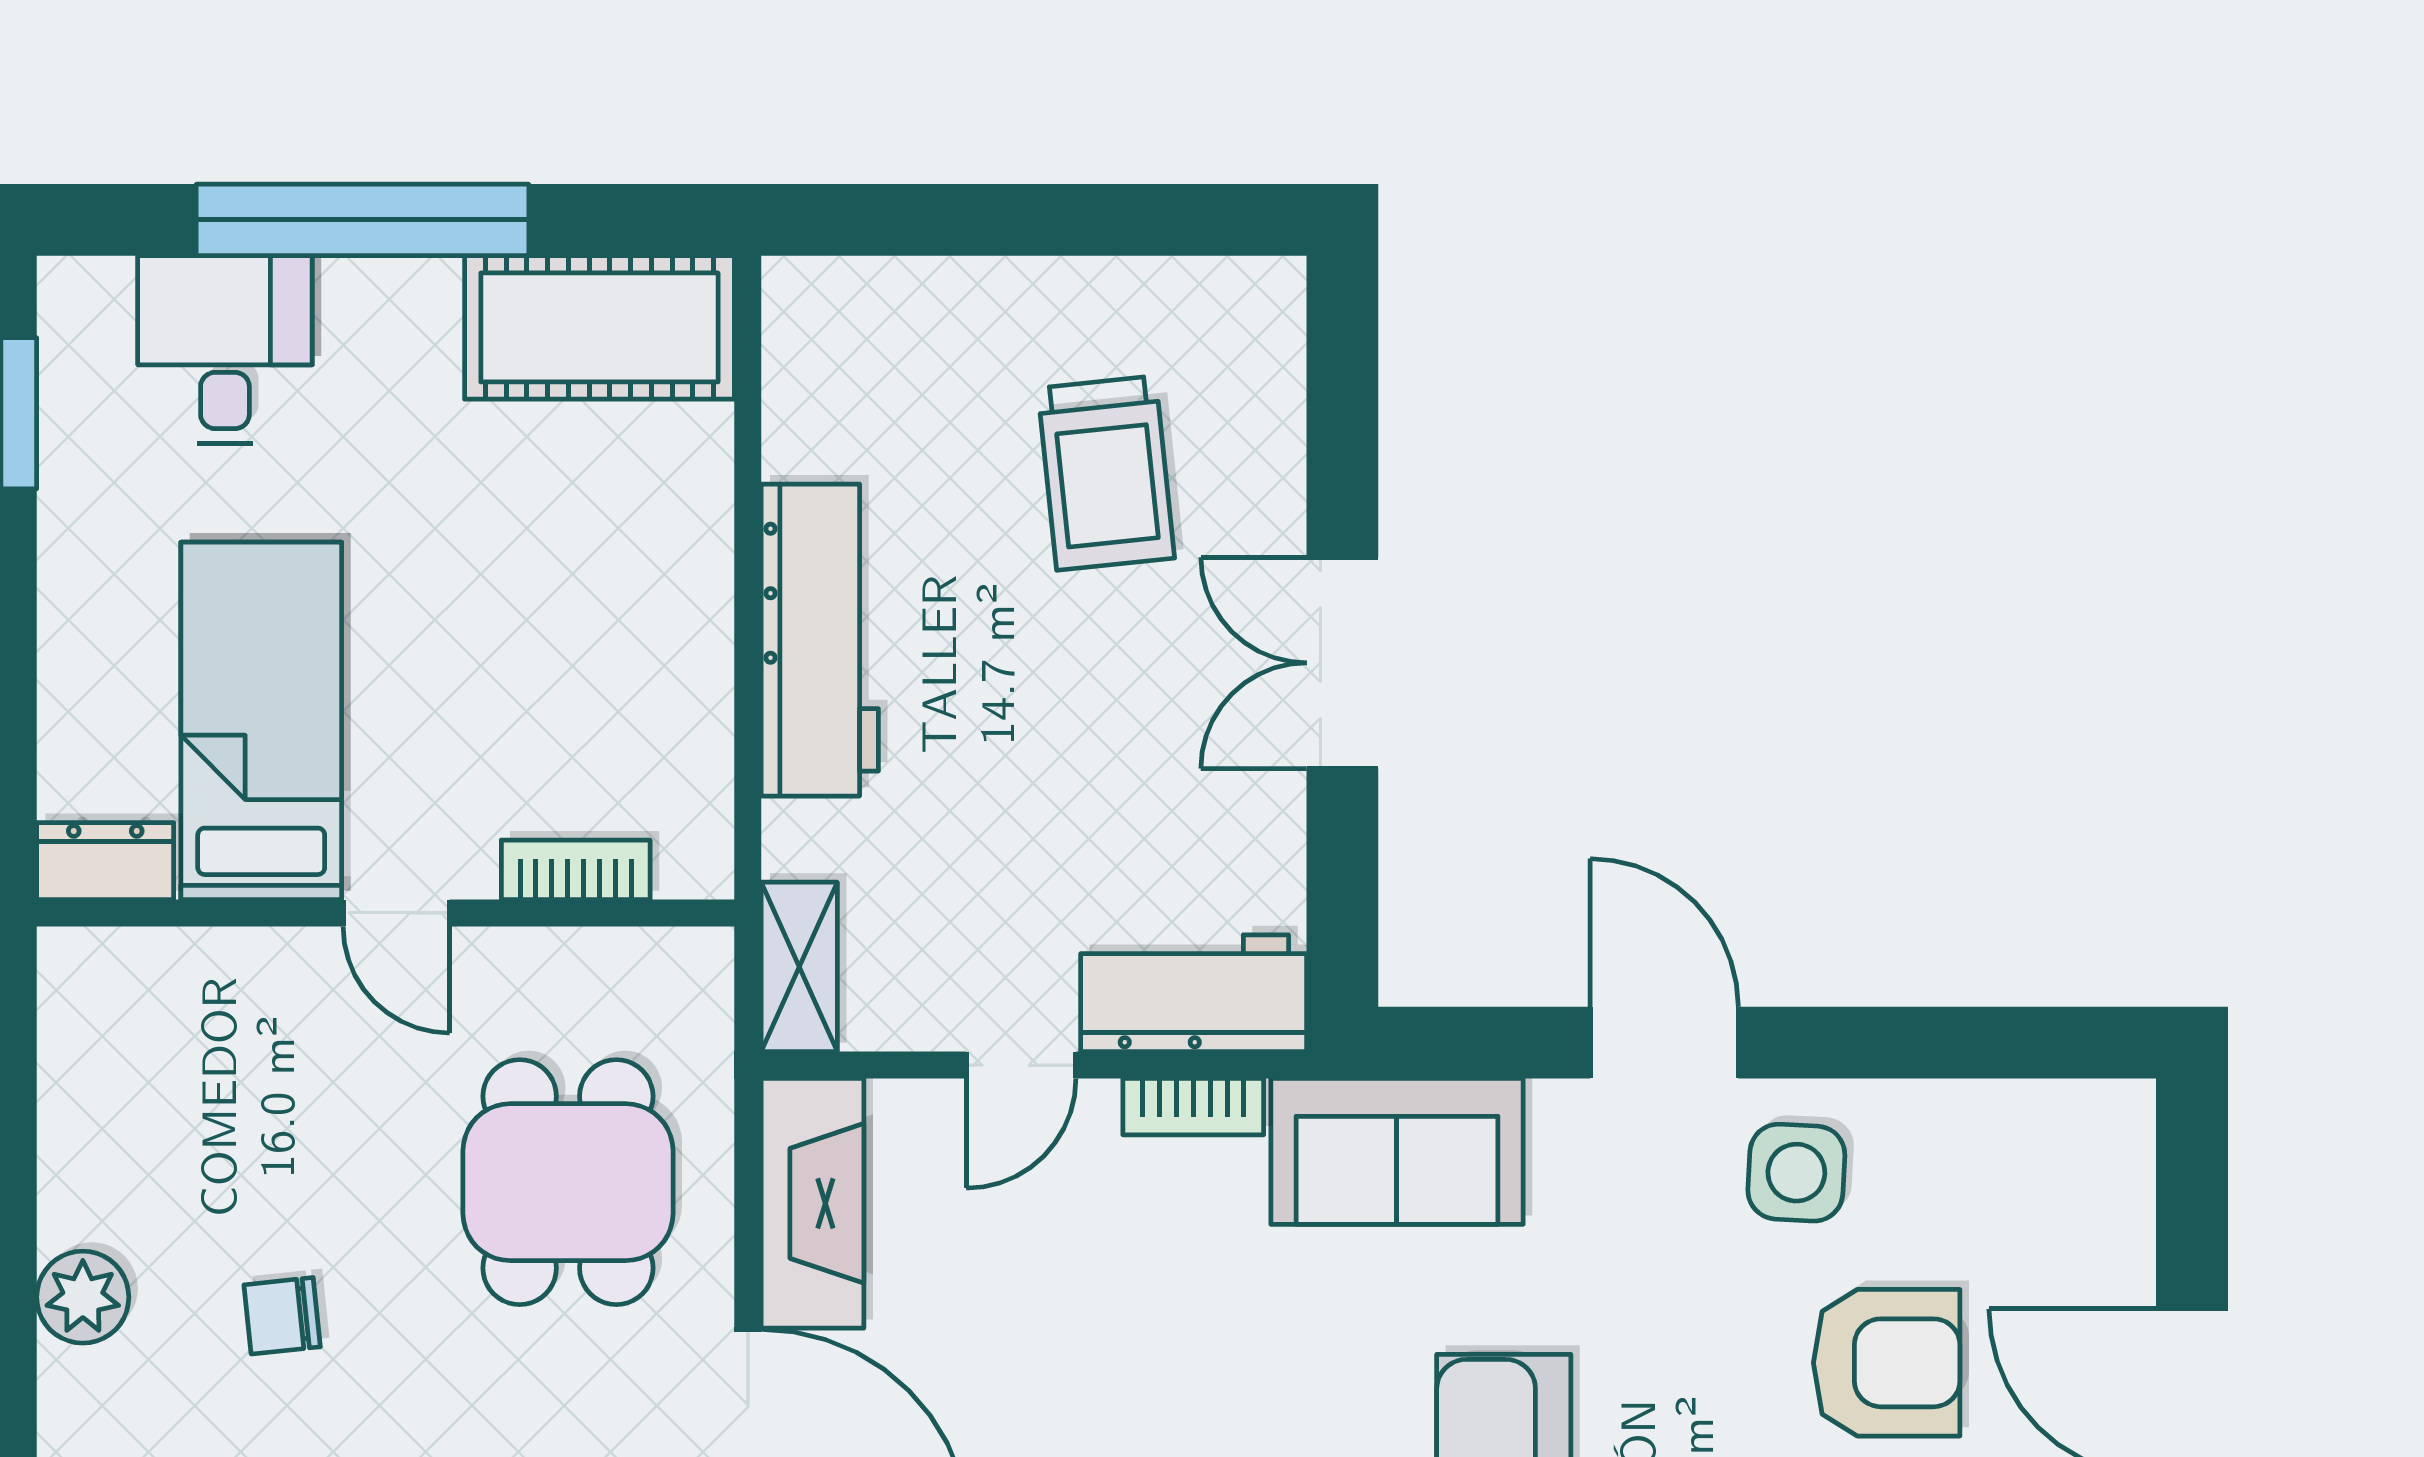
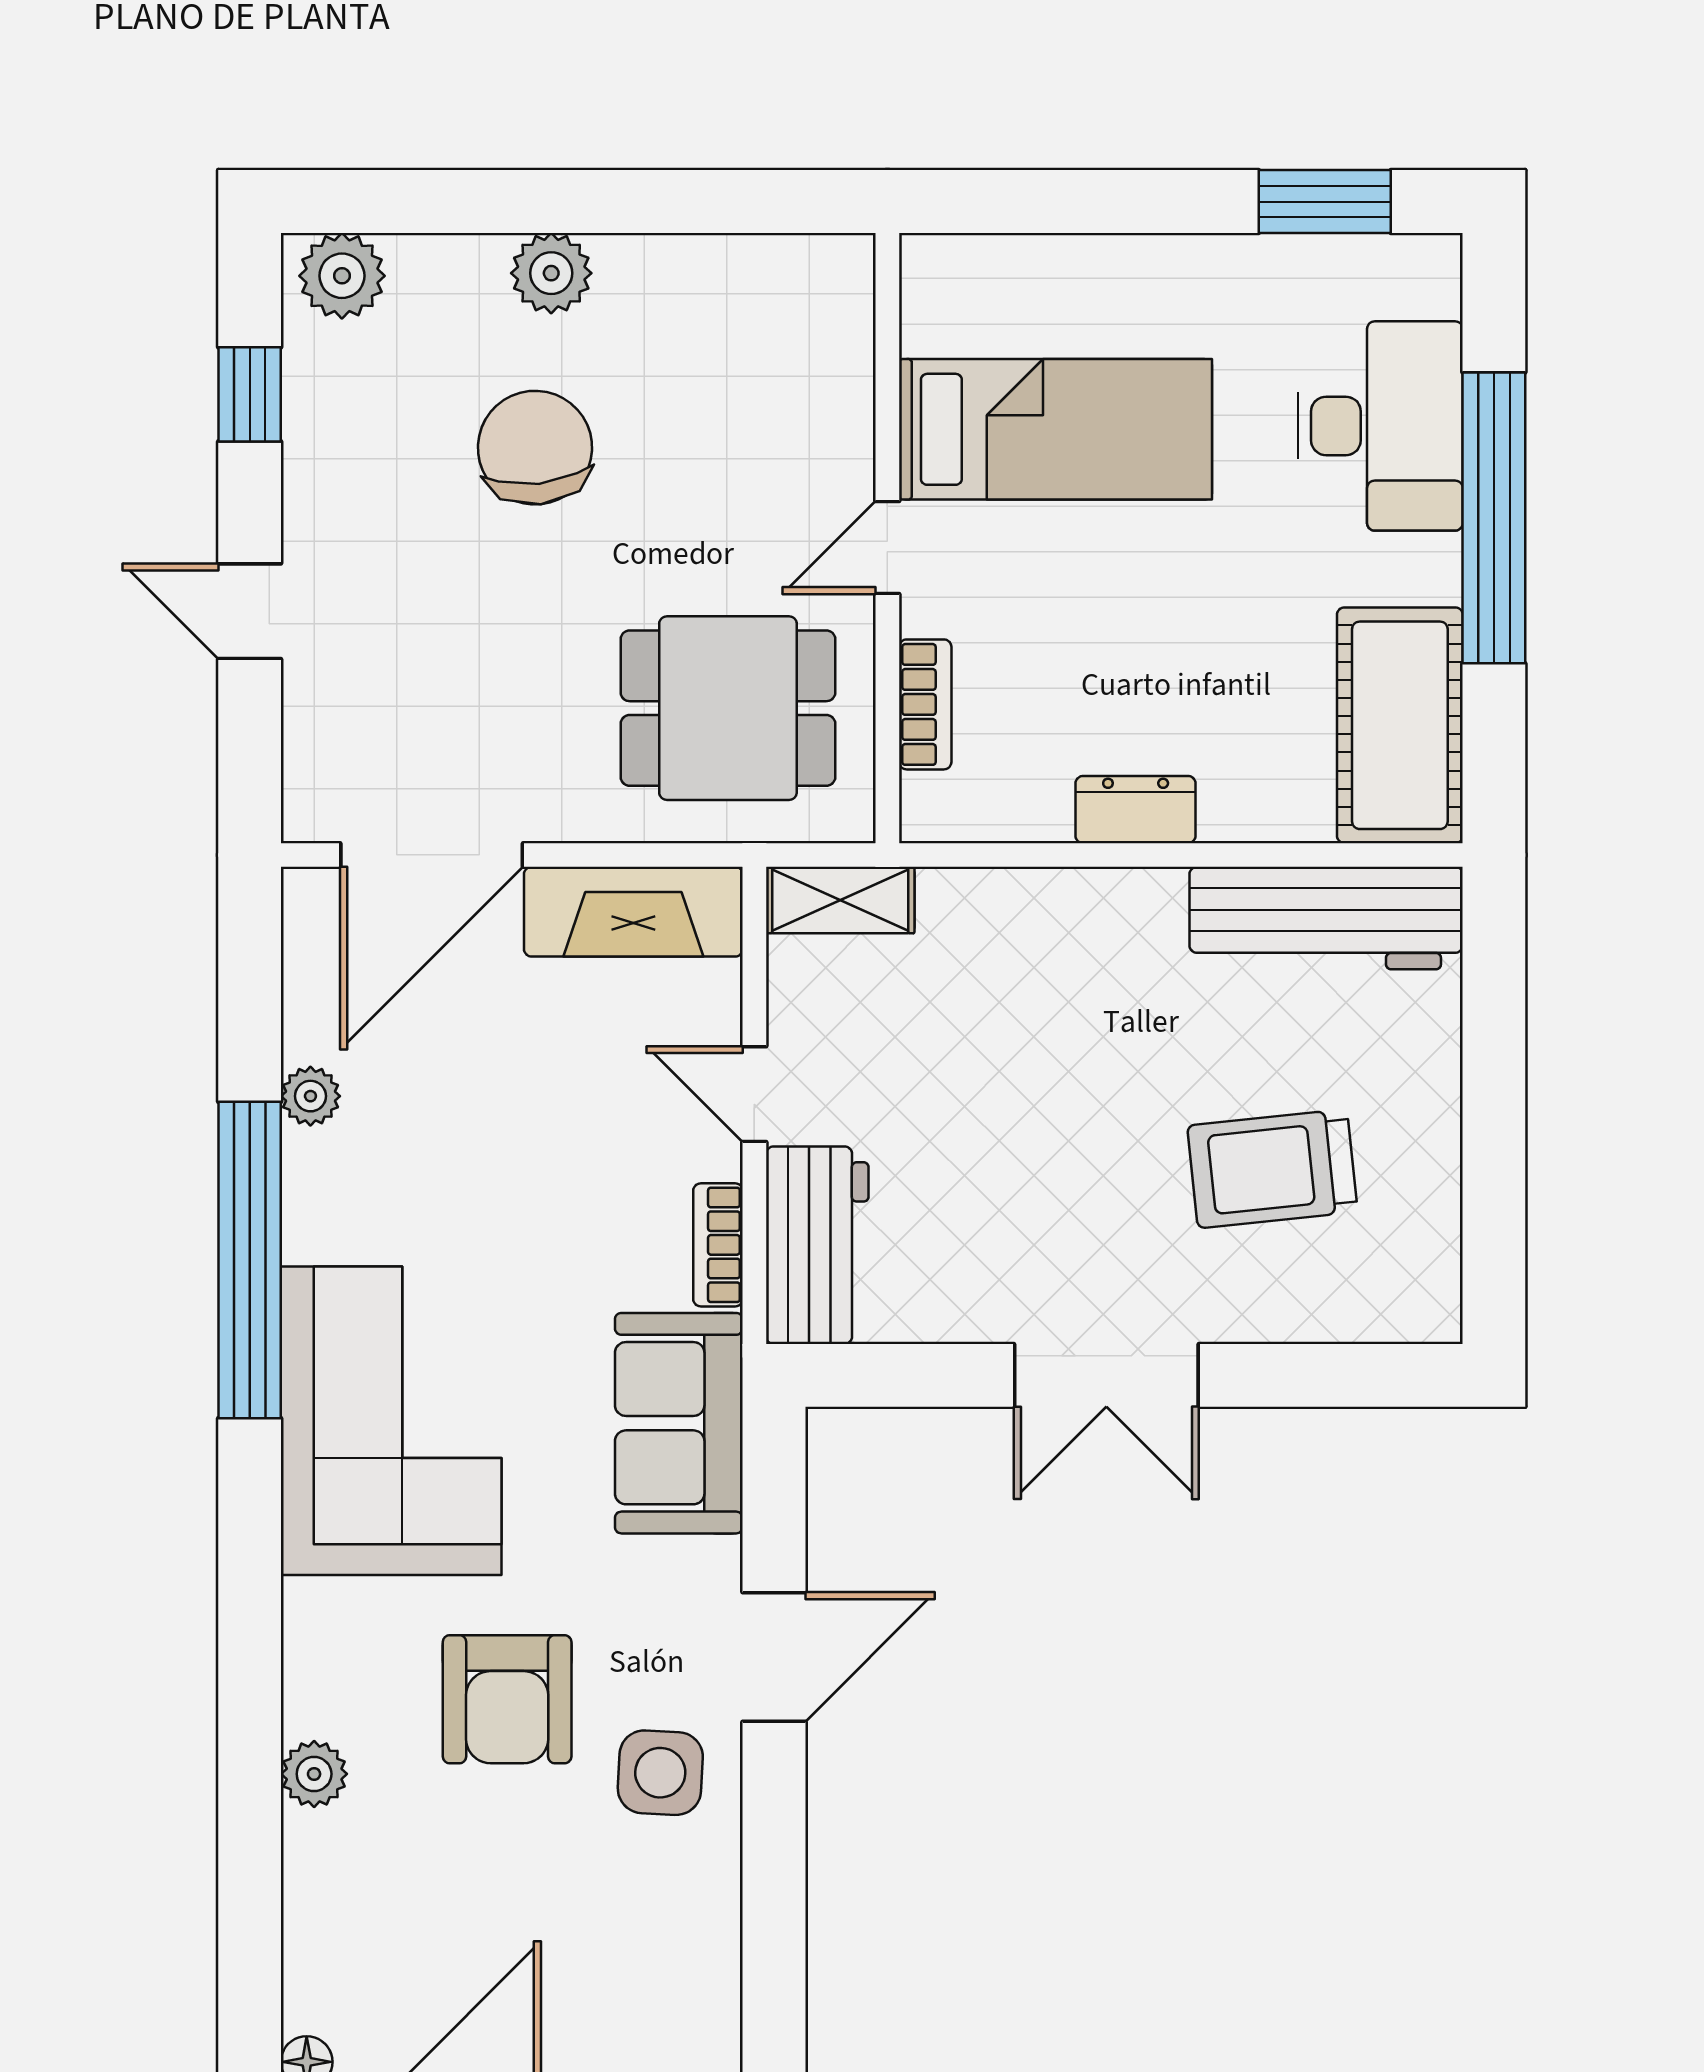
desk: (225, 350) -> (1380, 426), width x1.37
workbench: (820, 640) -> (1326, 918), moved
double door: (1342, 663) -> (1106, 1375), swing flipped
dresser: (105, 861) -> (1136, 810), moved, turned -90
dining table: (568, 1182) -> (728, 708), moved
chair: (282, 1316) -> (535, 448), width x1.87, depth x1.87
armchair: (1887, 1363) -> (507, 1699), moved

